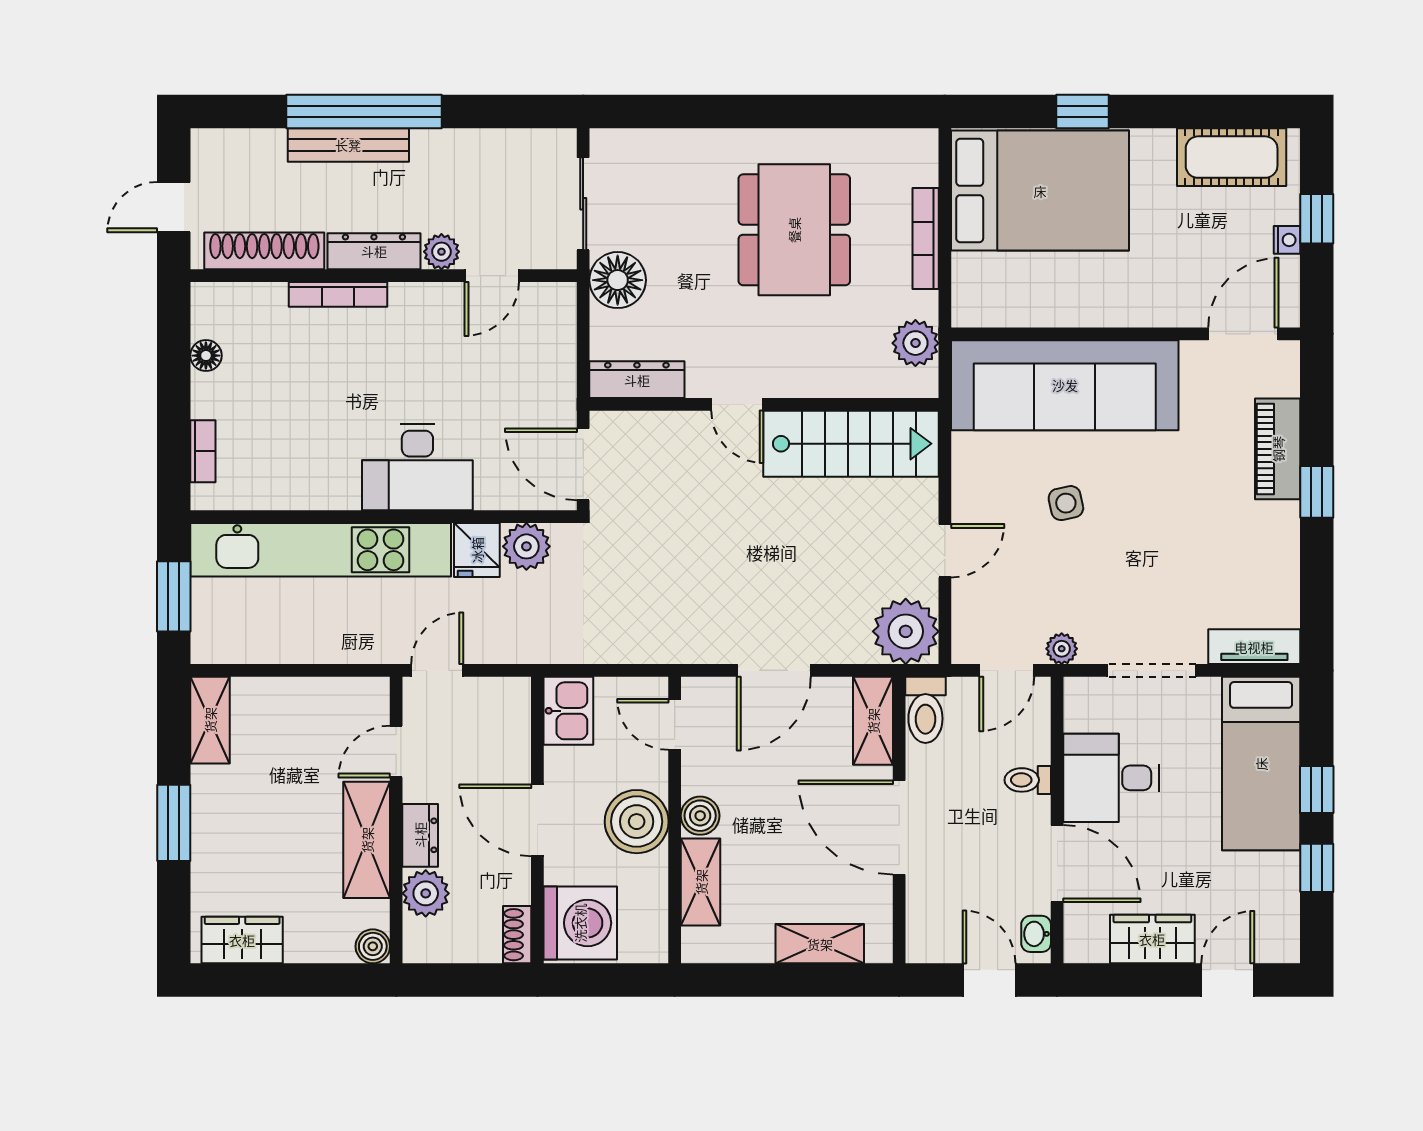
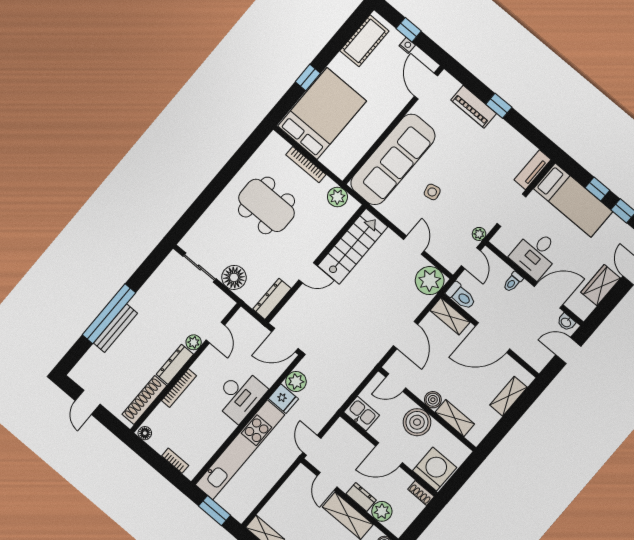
shoe rack: (264, 251) -> (144, 400), moved
dresser: (374, 251) -> (175, 364), moved
plant: (441, 252) -> (194, 342), moved
wall: (384, 276) -> (185, 368), moved
door: (492, 276) -> (215, 333), moved
bookcase: (338, 294) -> (179, 388), moved

